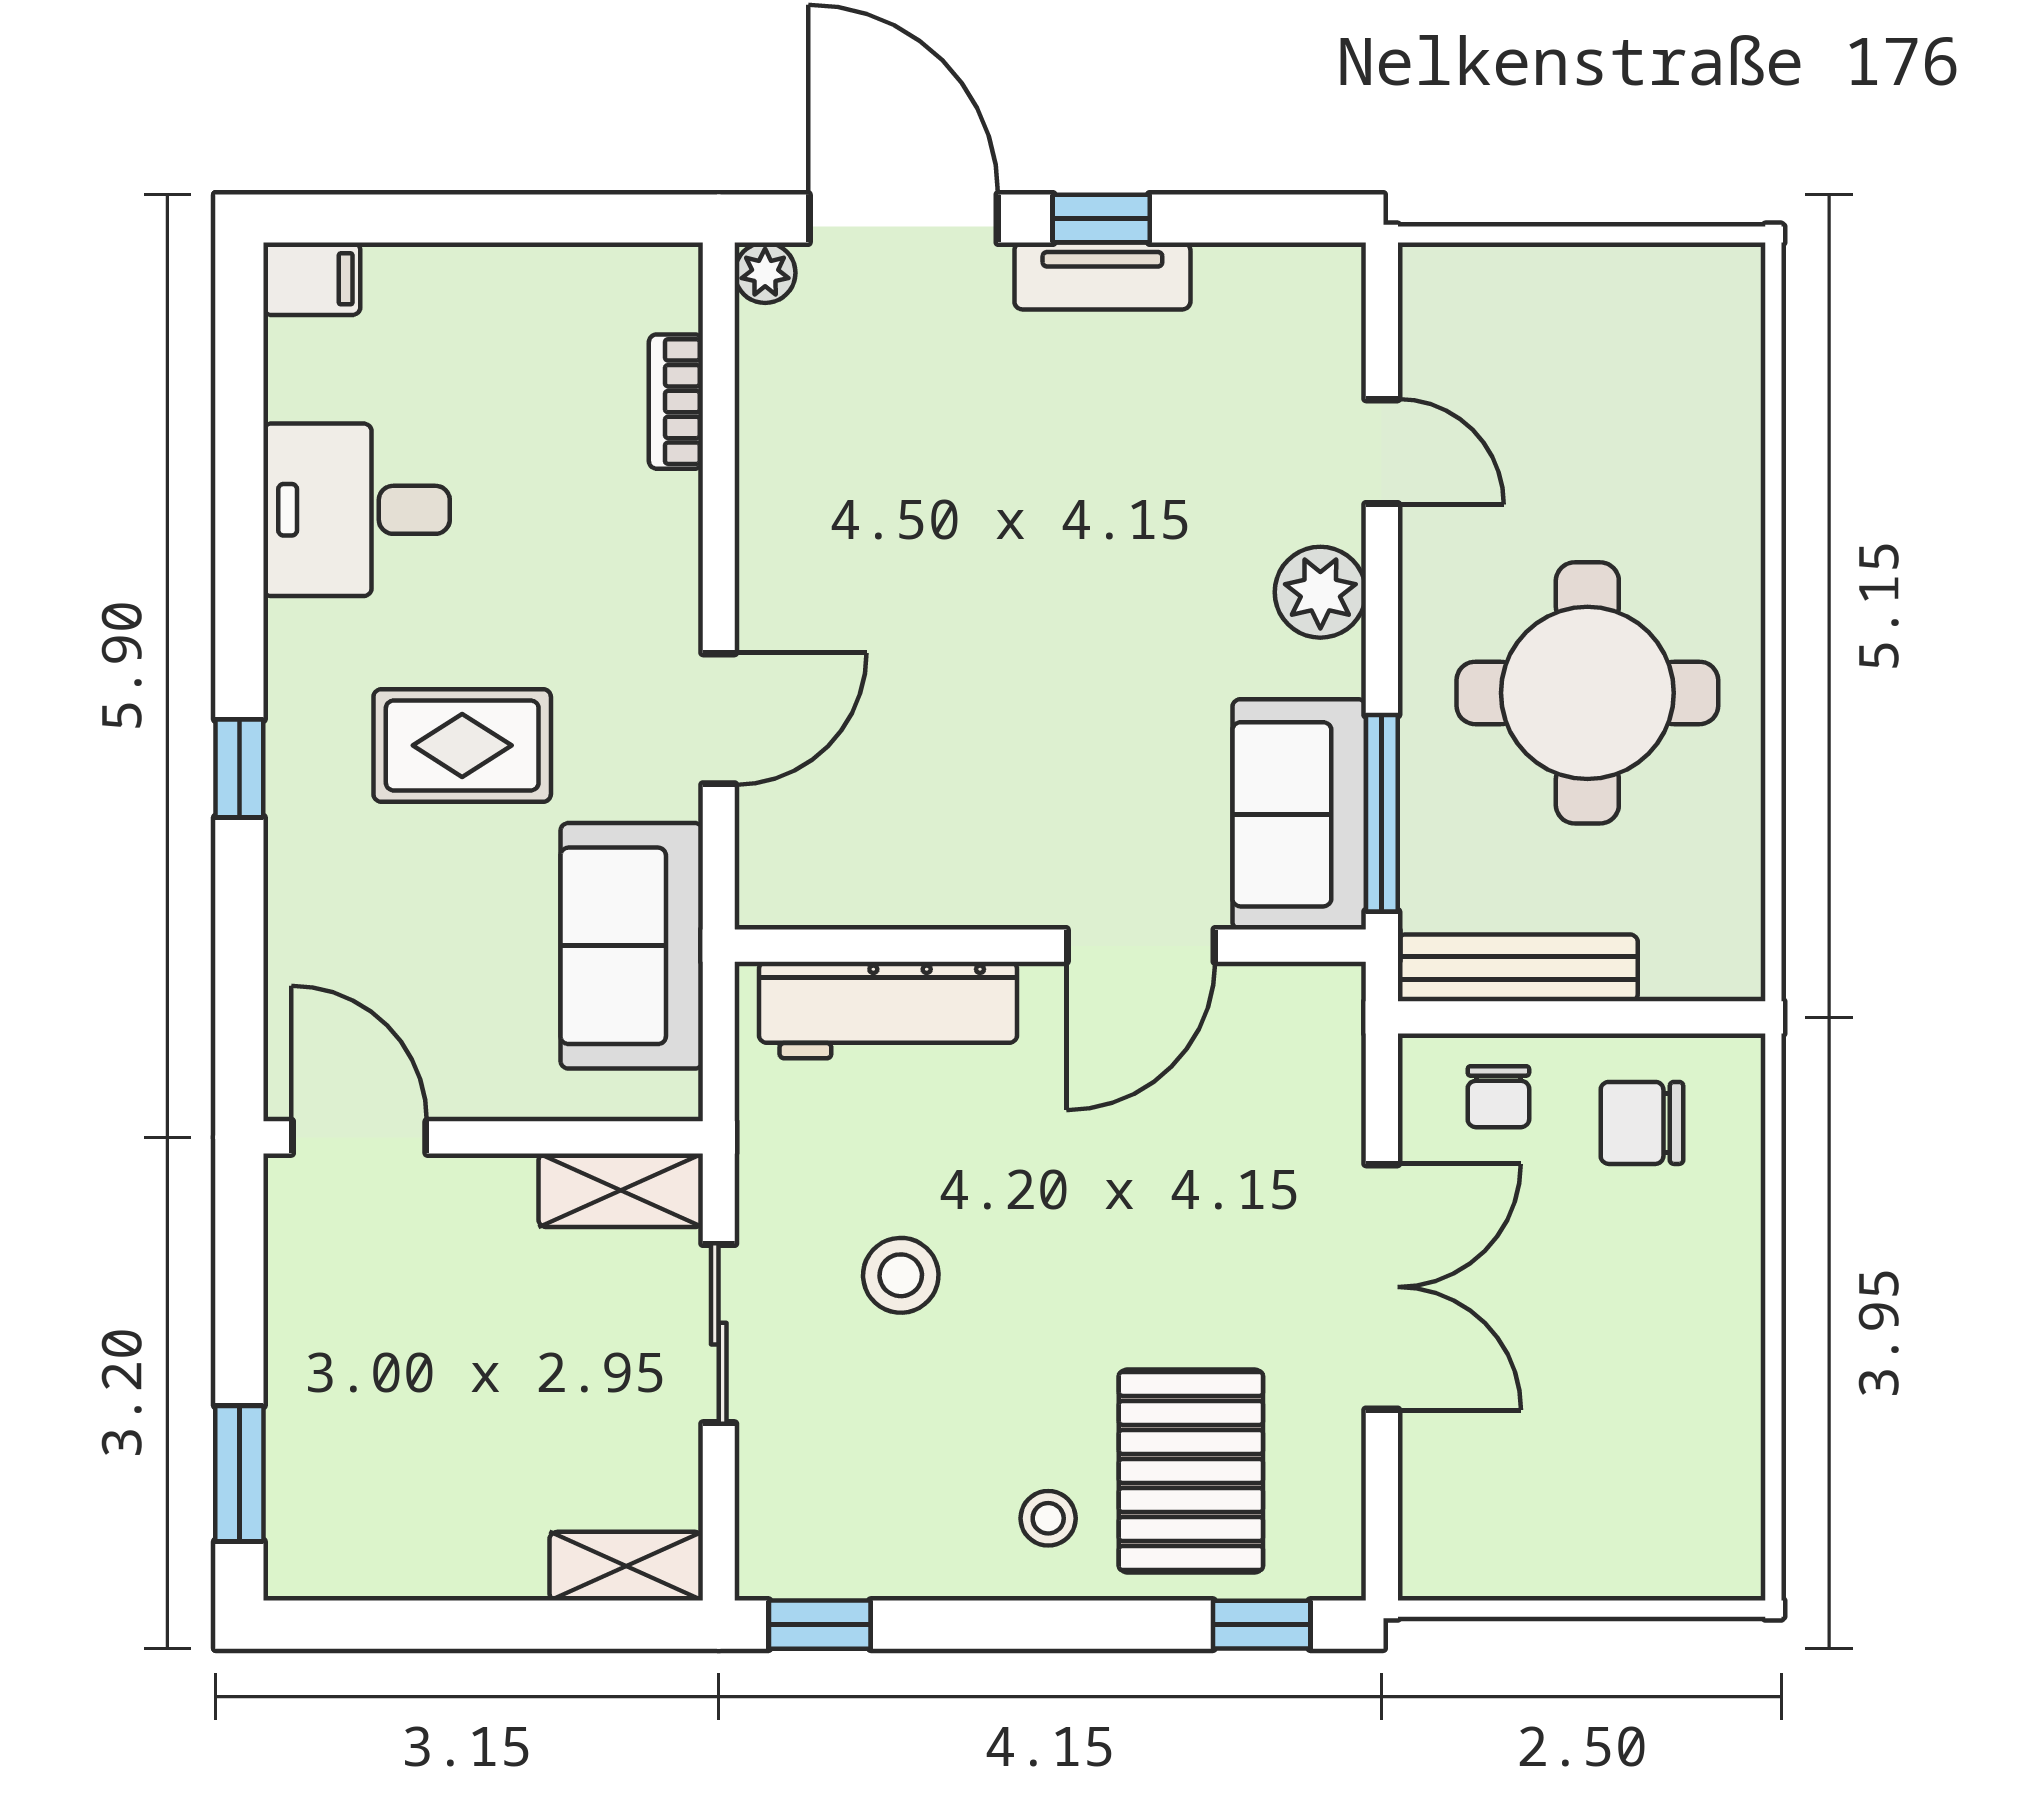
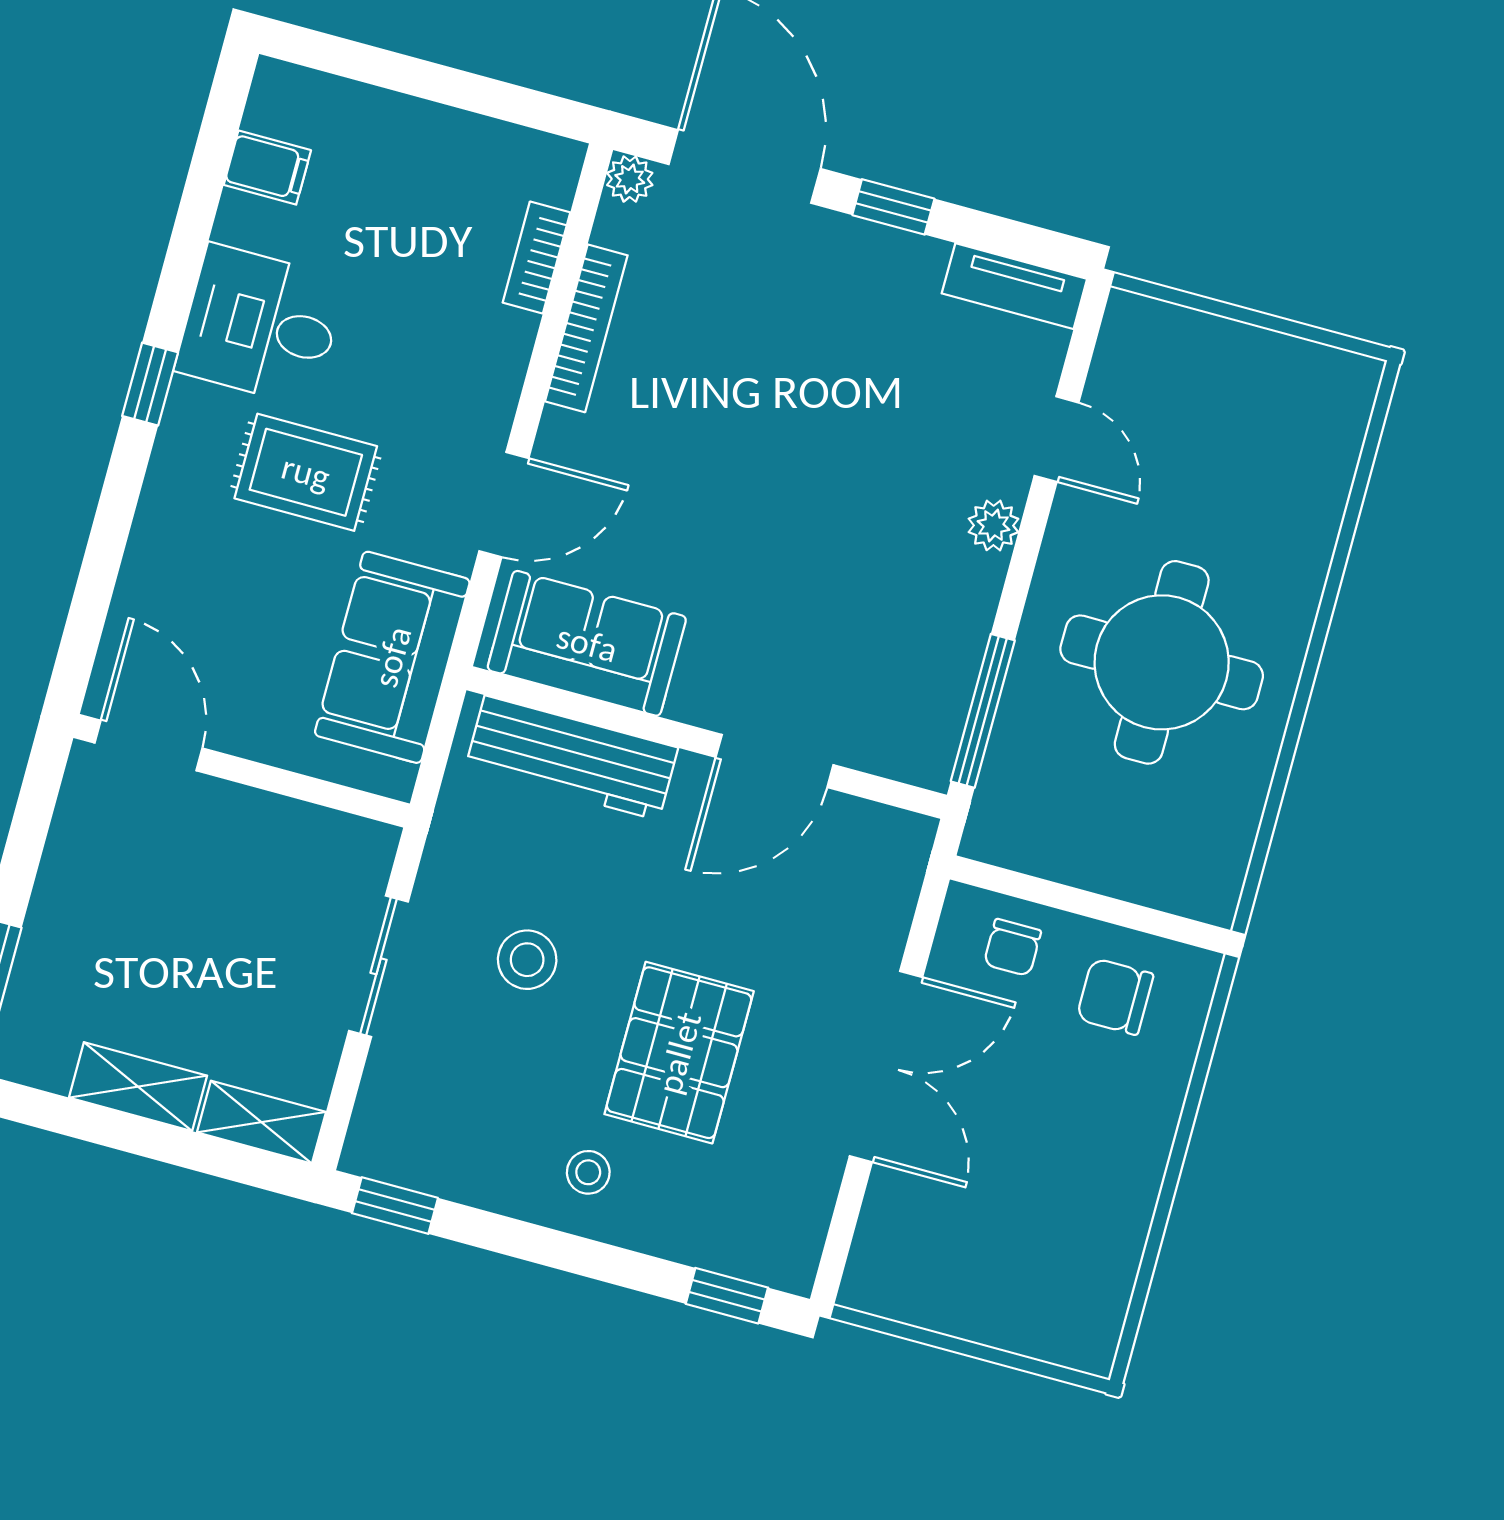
tv unit: (1102, 276) -> (1014, 286), moved
filing cabinet: (312, 279) -> (267, 168), moved
bookcase: (761, 473) -> (586, 328), added
desk: (357, 510) -> (261, 325), moved
plant: (1320, 592) -> (993, 525), width x0.73, depth x0.73
window: (239, 768) -> (150, 384), moved
sofa: (1299, 814) -> (587, 643), moved, turned 90
bench: (1518, 968) -> (1053, 855), removed
shelving: (621, 1190) -> (138, 1087), moved
pallet: (1191, 1471) -> (679, 1053), moved

